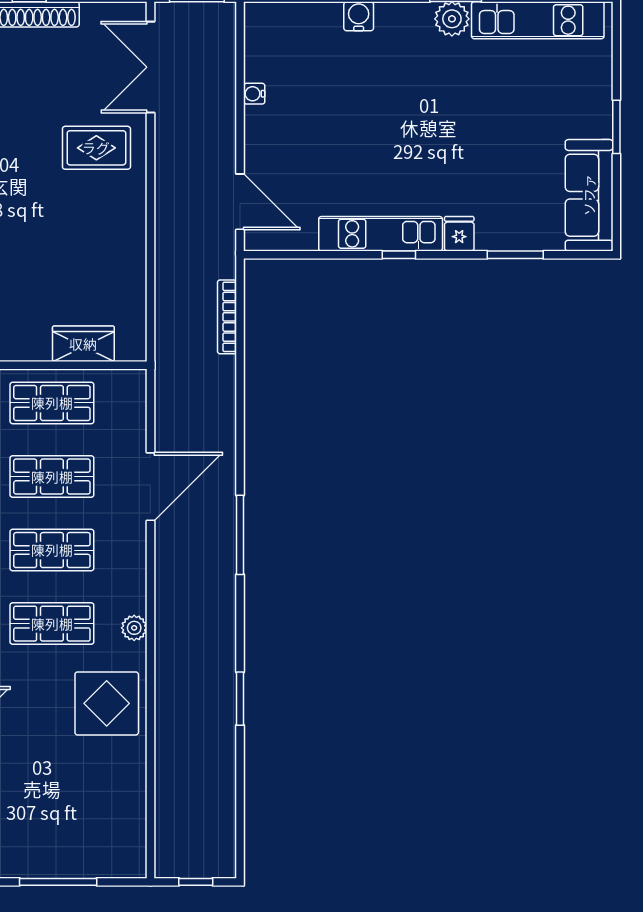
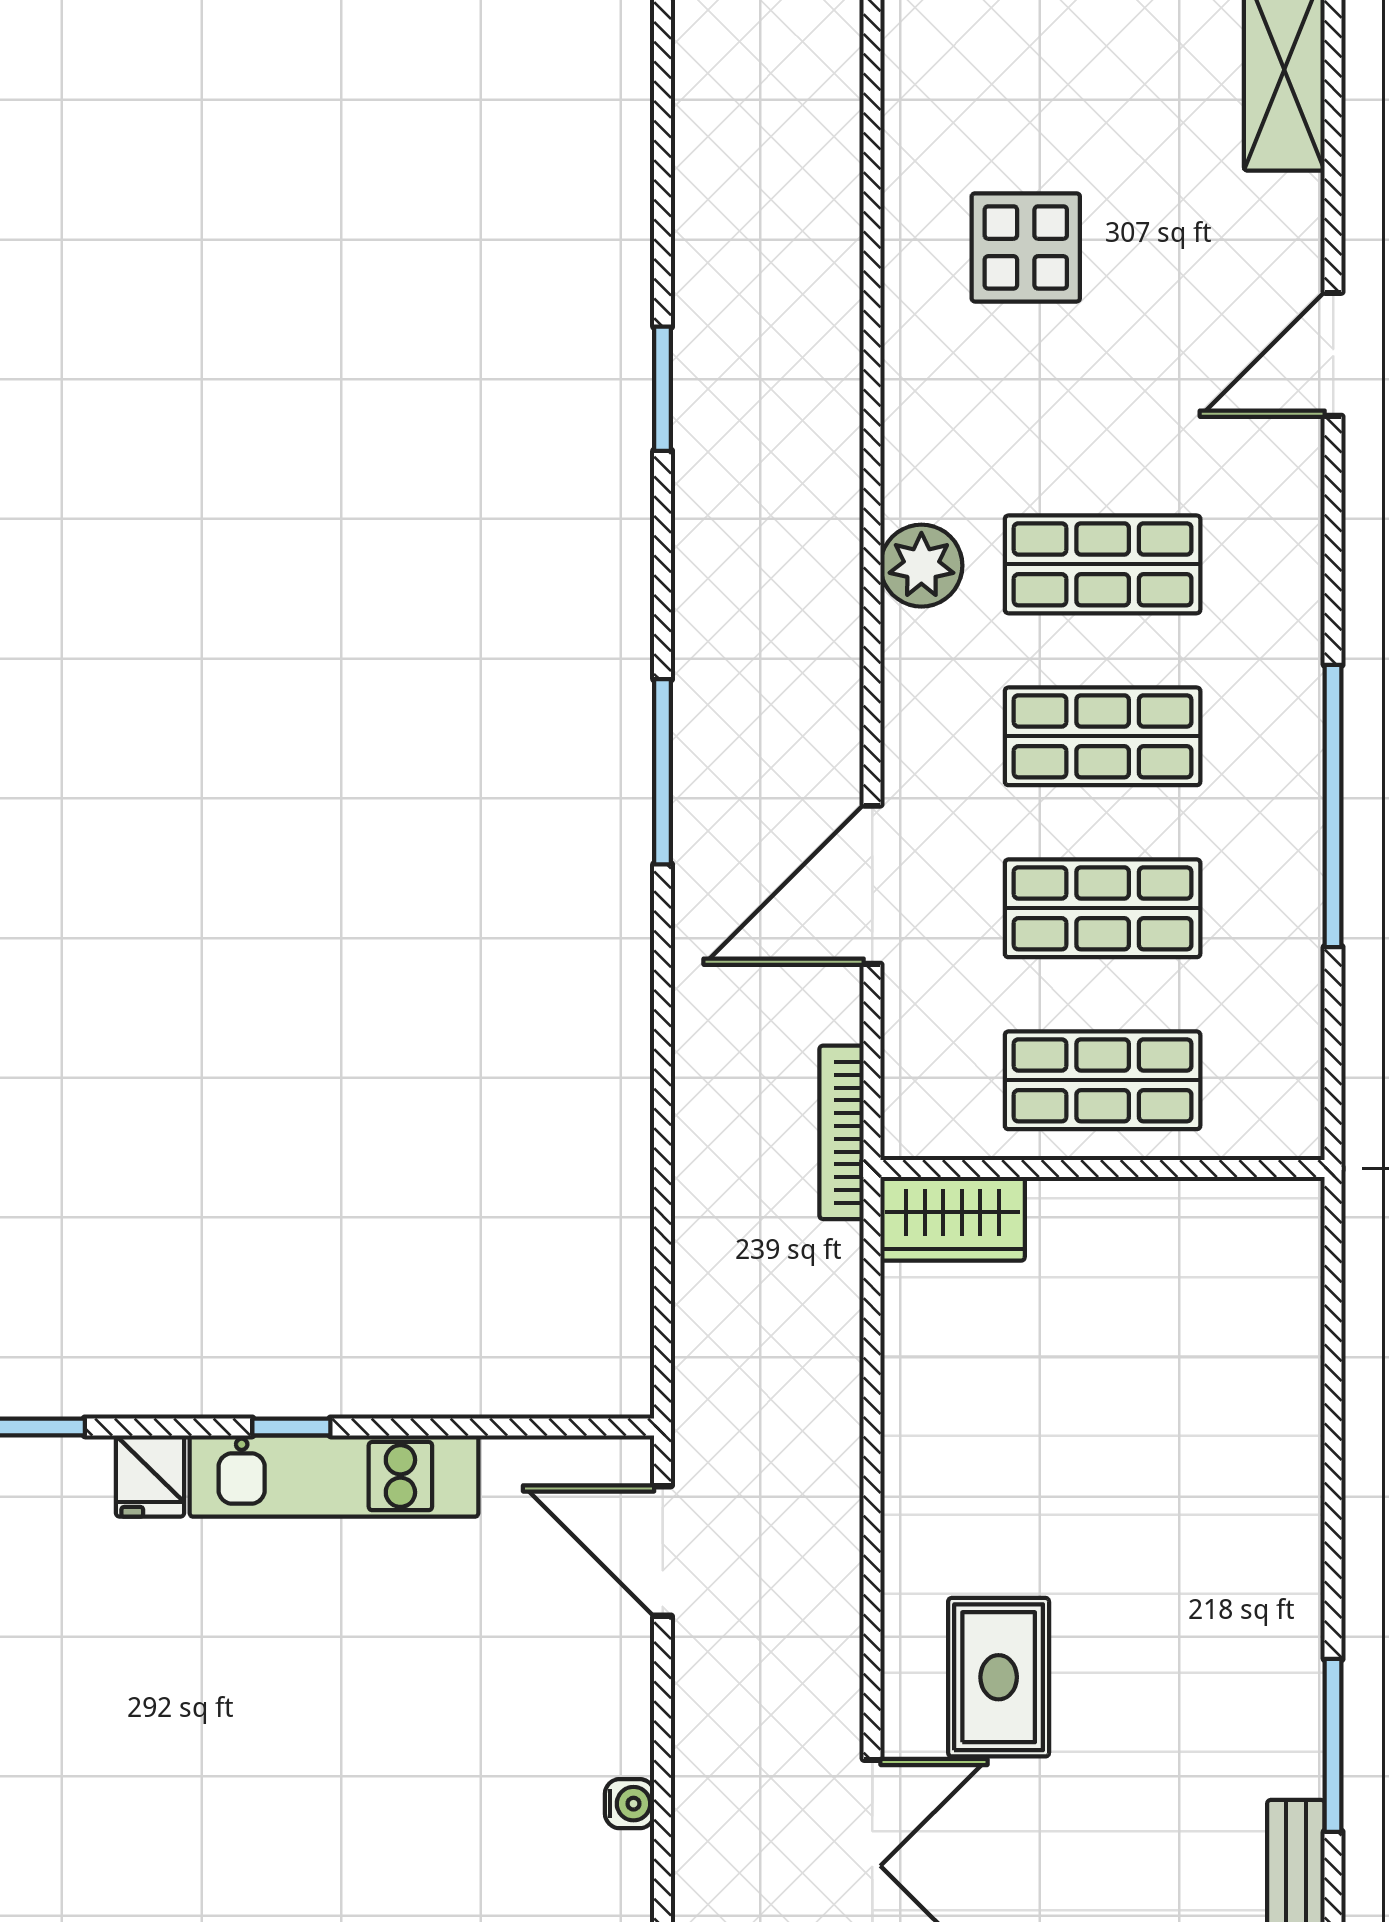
rug: (96, 148) -> (999, 1677), turned 90
bookcase: (227, 317) -> (842, 1132), moved, turned 180
wardrobe: (83, 344) -> (953, 1219), moved
plant: (134, 628) -> (921, 566), width x1.38, depth x1.38
display table: (107, 703) -> (1026, 247), moved, width x0.73, depth x0.73

